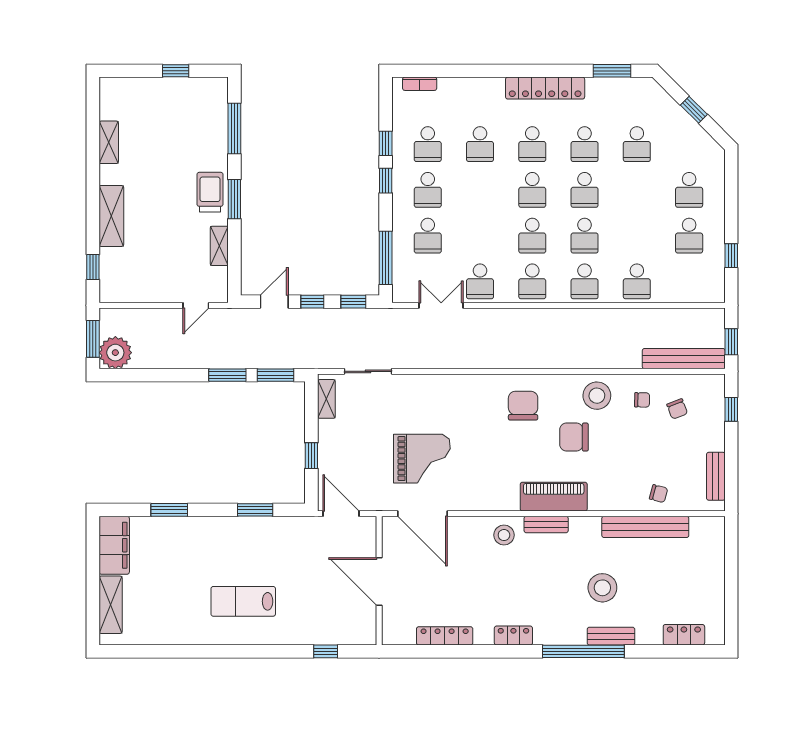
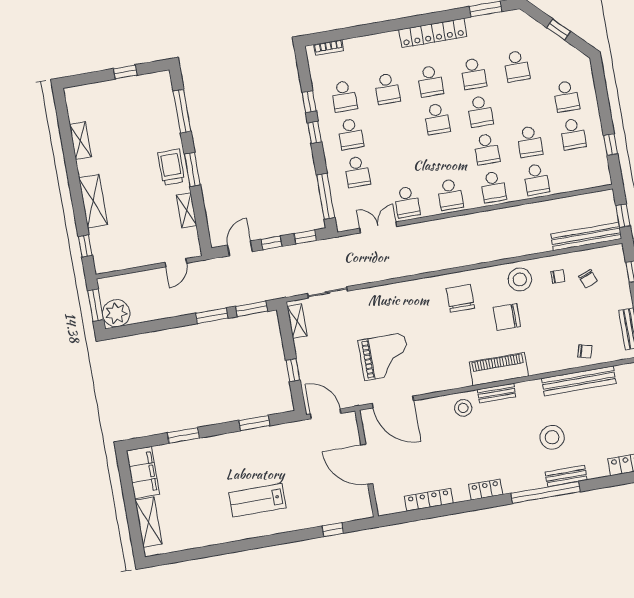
school desk: (532, 236) -> (530, 142), moved

